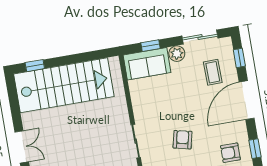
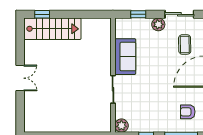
sofa: (147, 64) -> (125, 57), moved, turned -90
stairs: (64, 85) -> (52, 29), width x0.73, depth x0.66
armchair: (183, 140) -> (151, 95), removed

